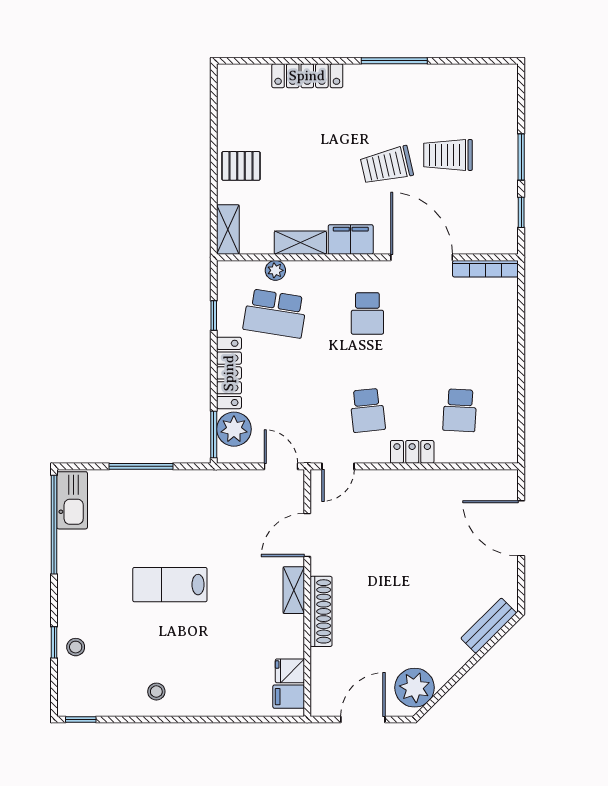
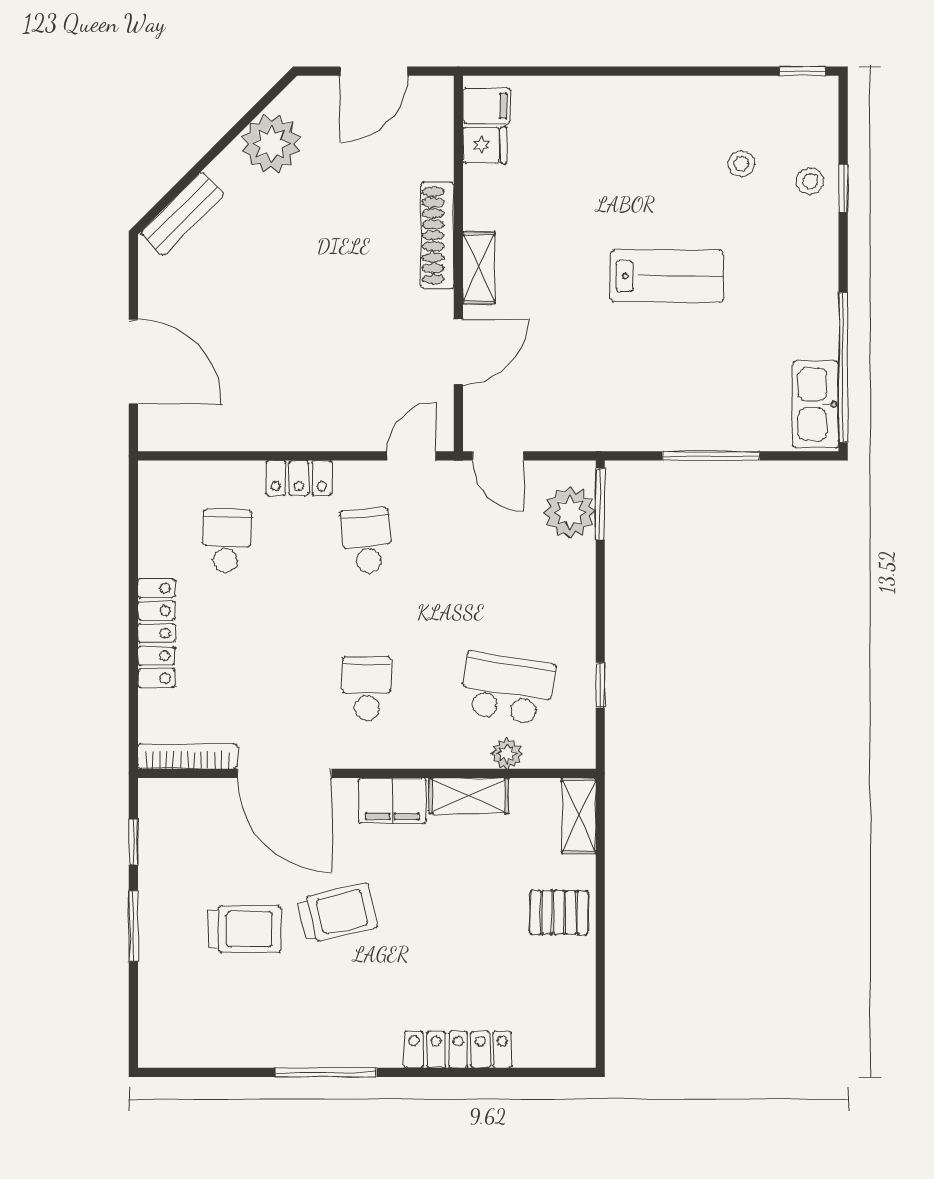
locker: (229, 373) -> (156, 633), moved, turned 180
plant: (415, 688) -> (271, 144), moved
stool: (156, 692) -> (741, 164), moved

